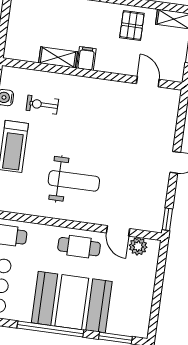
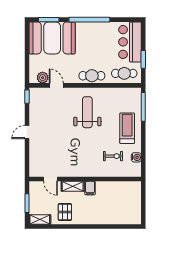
shelving: (58, 57) -> (73, 186), moved
weight bench: (74, 181) -> (87, 112), turned 90
cafe table: (79, 247) -> (92, 76), moved
booth: (72, 302) -> (52, 38), moved

